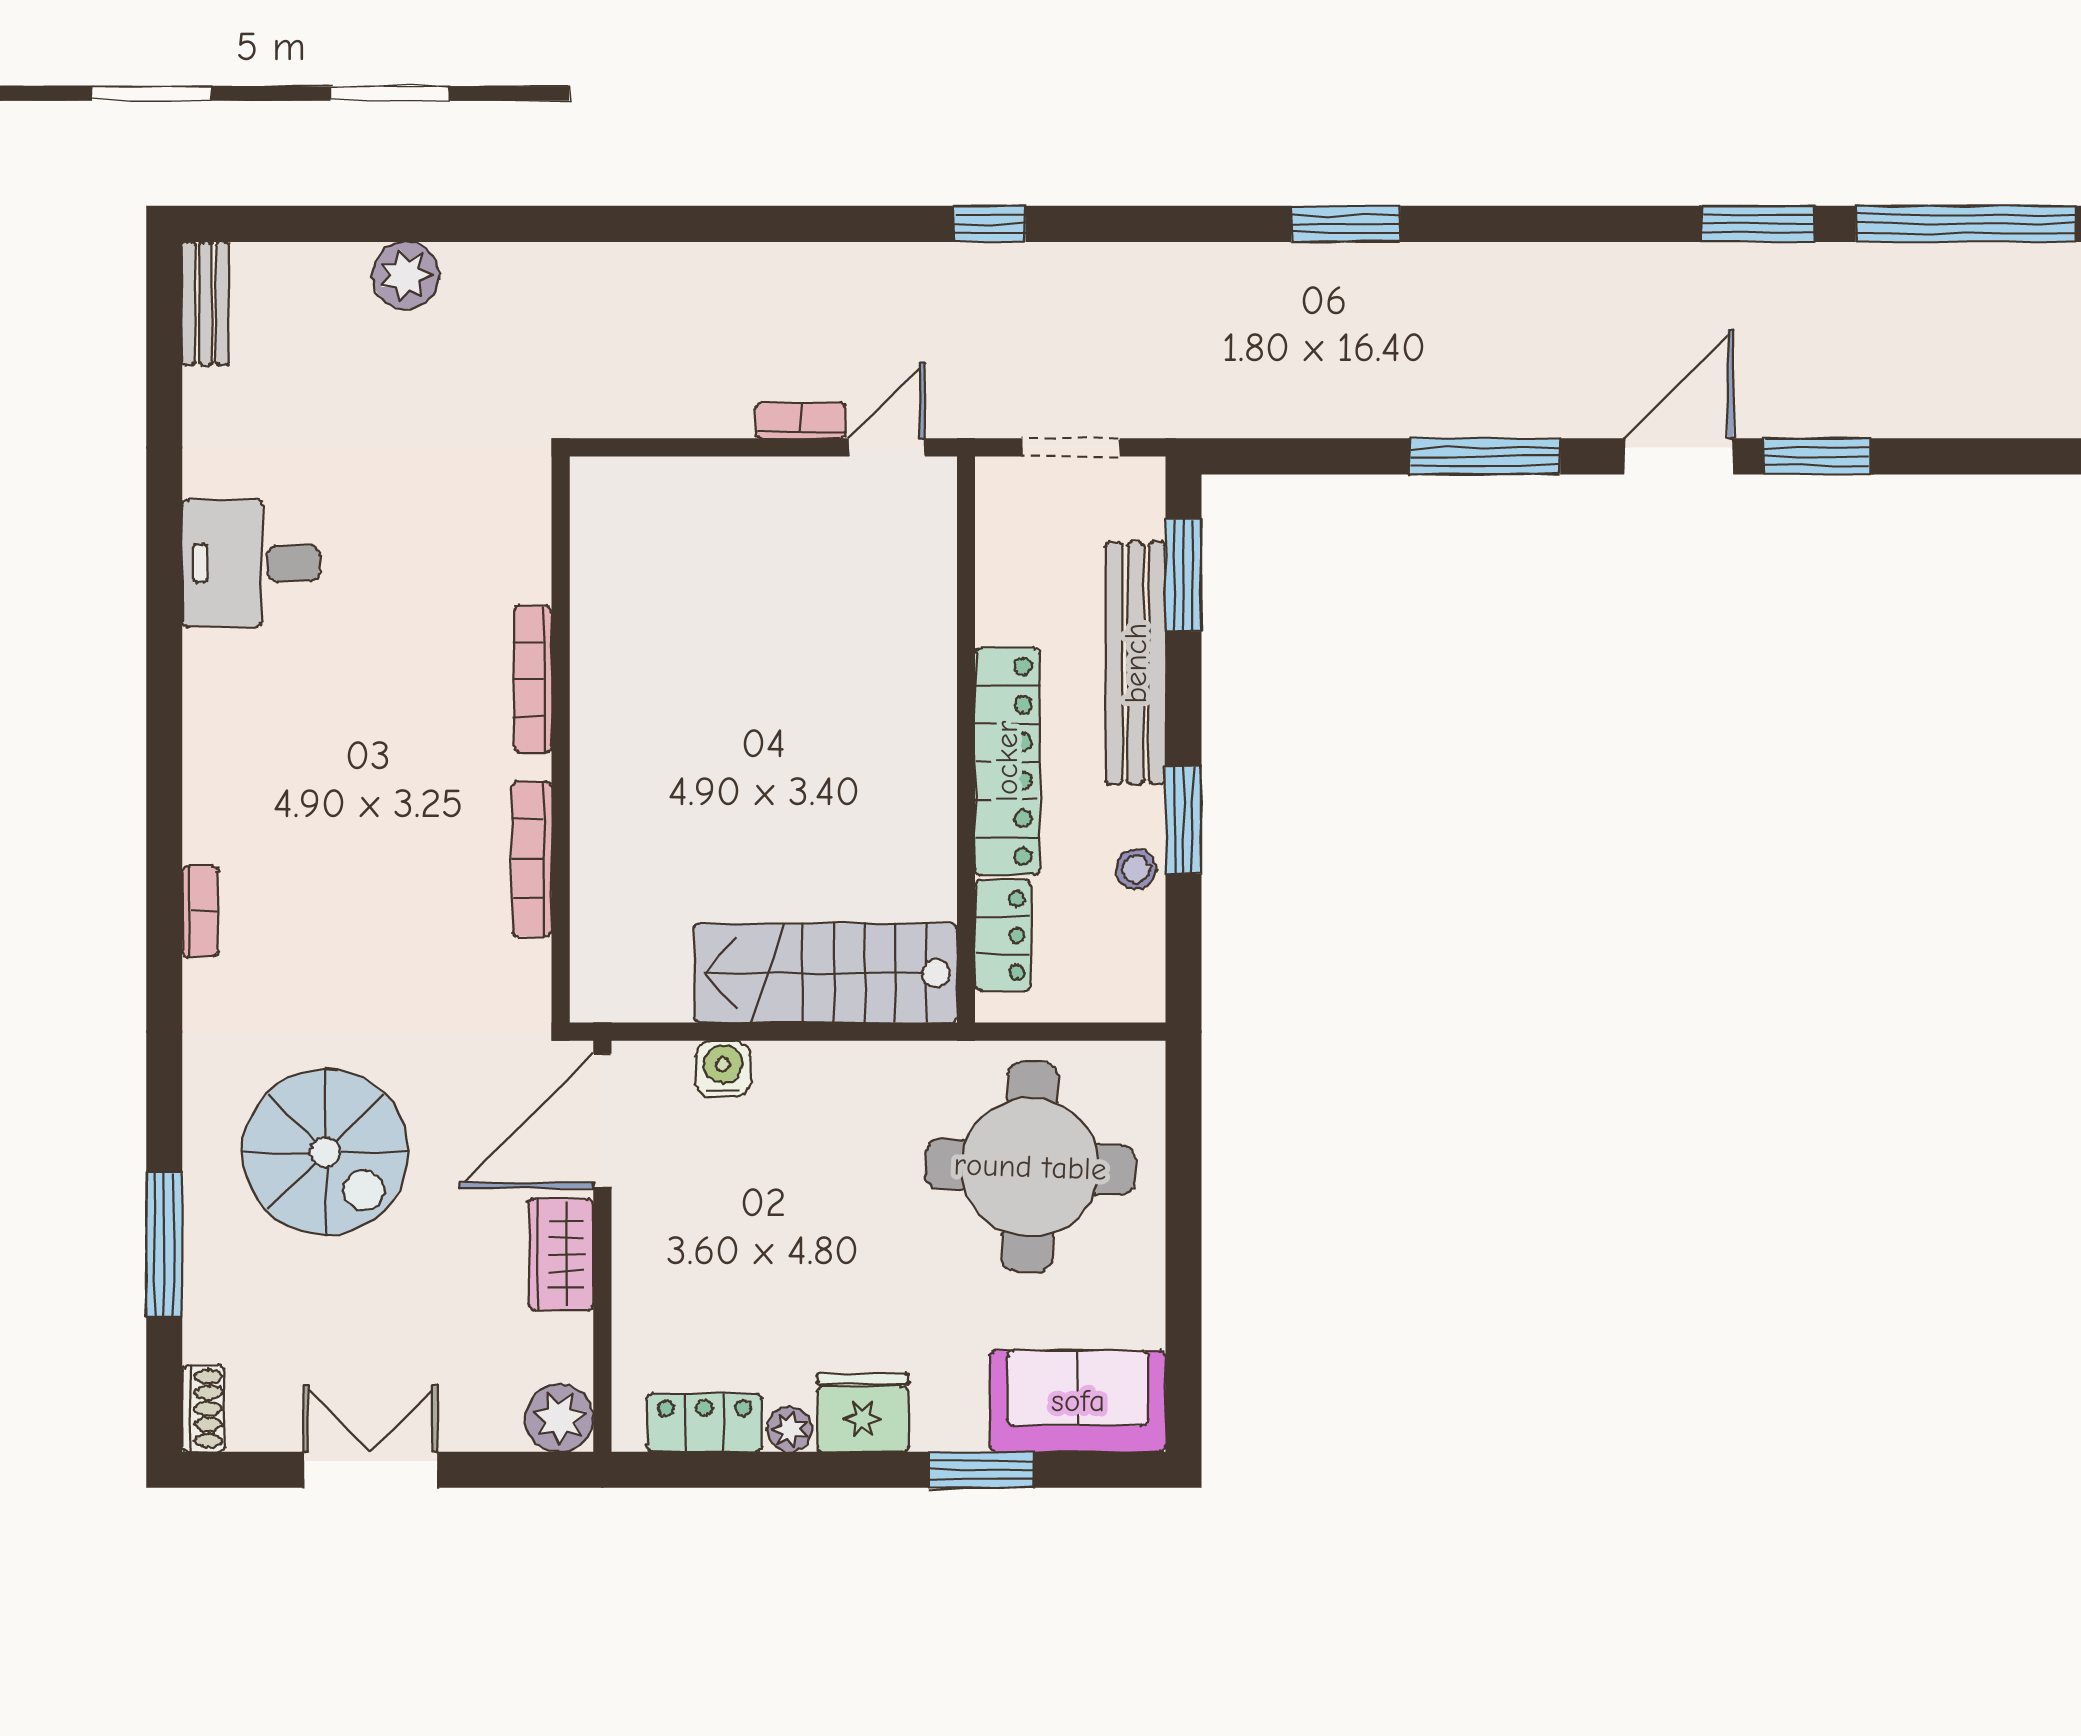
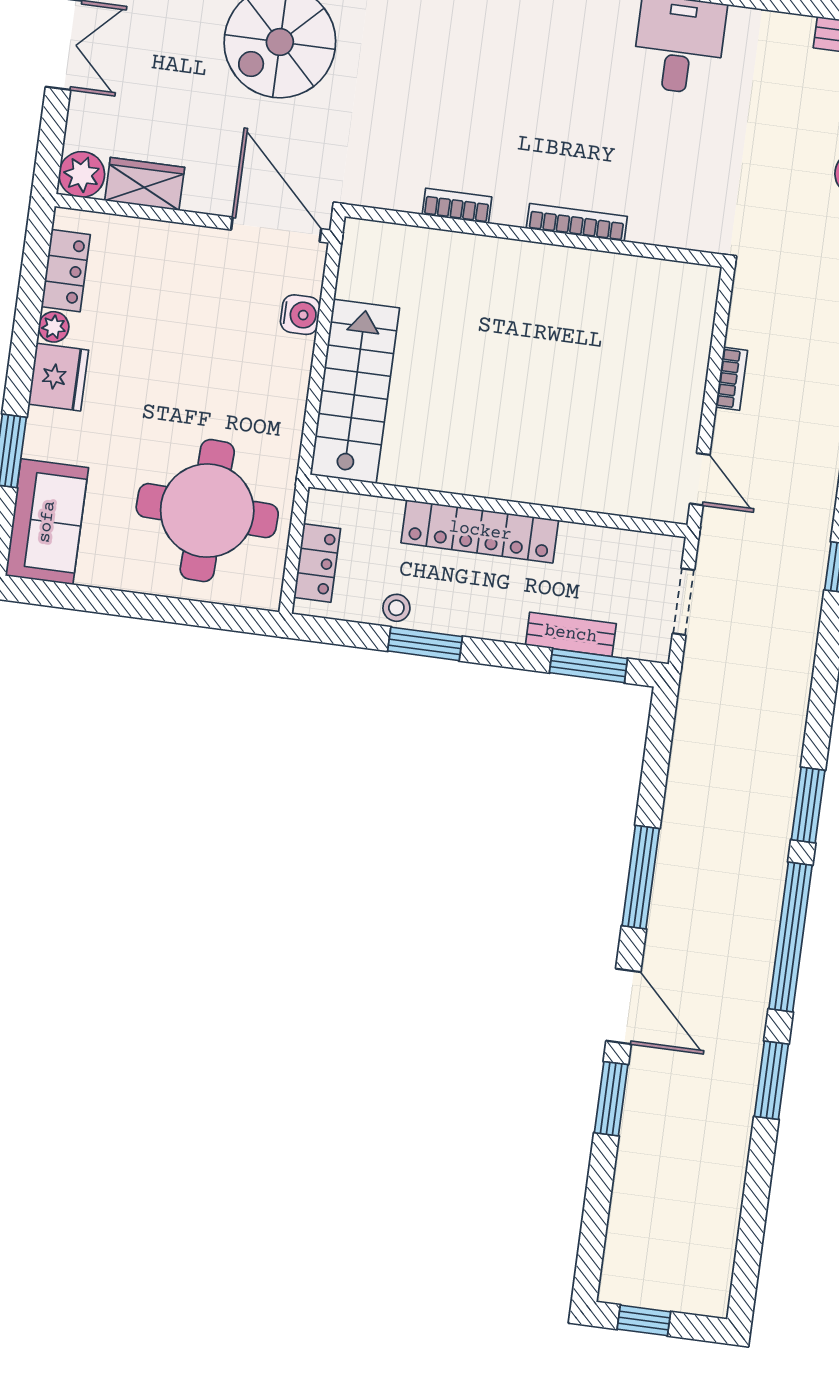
window: (1966, 224) -> (790, 937), moved
bookcase: (801, 421) -> (732, 379), moved
bench: (1136, 663) -> (571, 634), width x0.54, depth x0.82
bookcase: (532, 859) -> (457, 206), width x0.64
locker: (1003, 935) -> (317, 563), moved, turned -90
wardrobe: (561, 1254) -> (145, 184), moved

